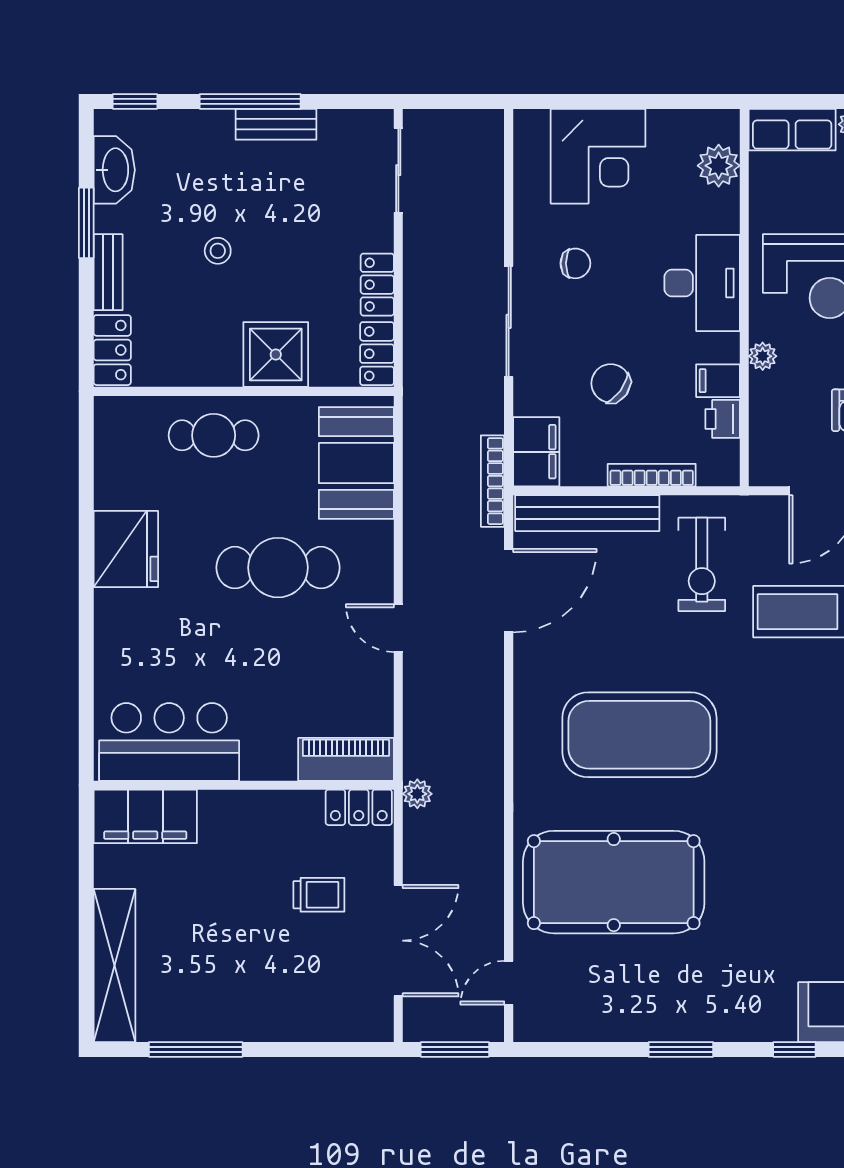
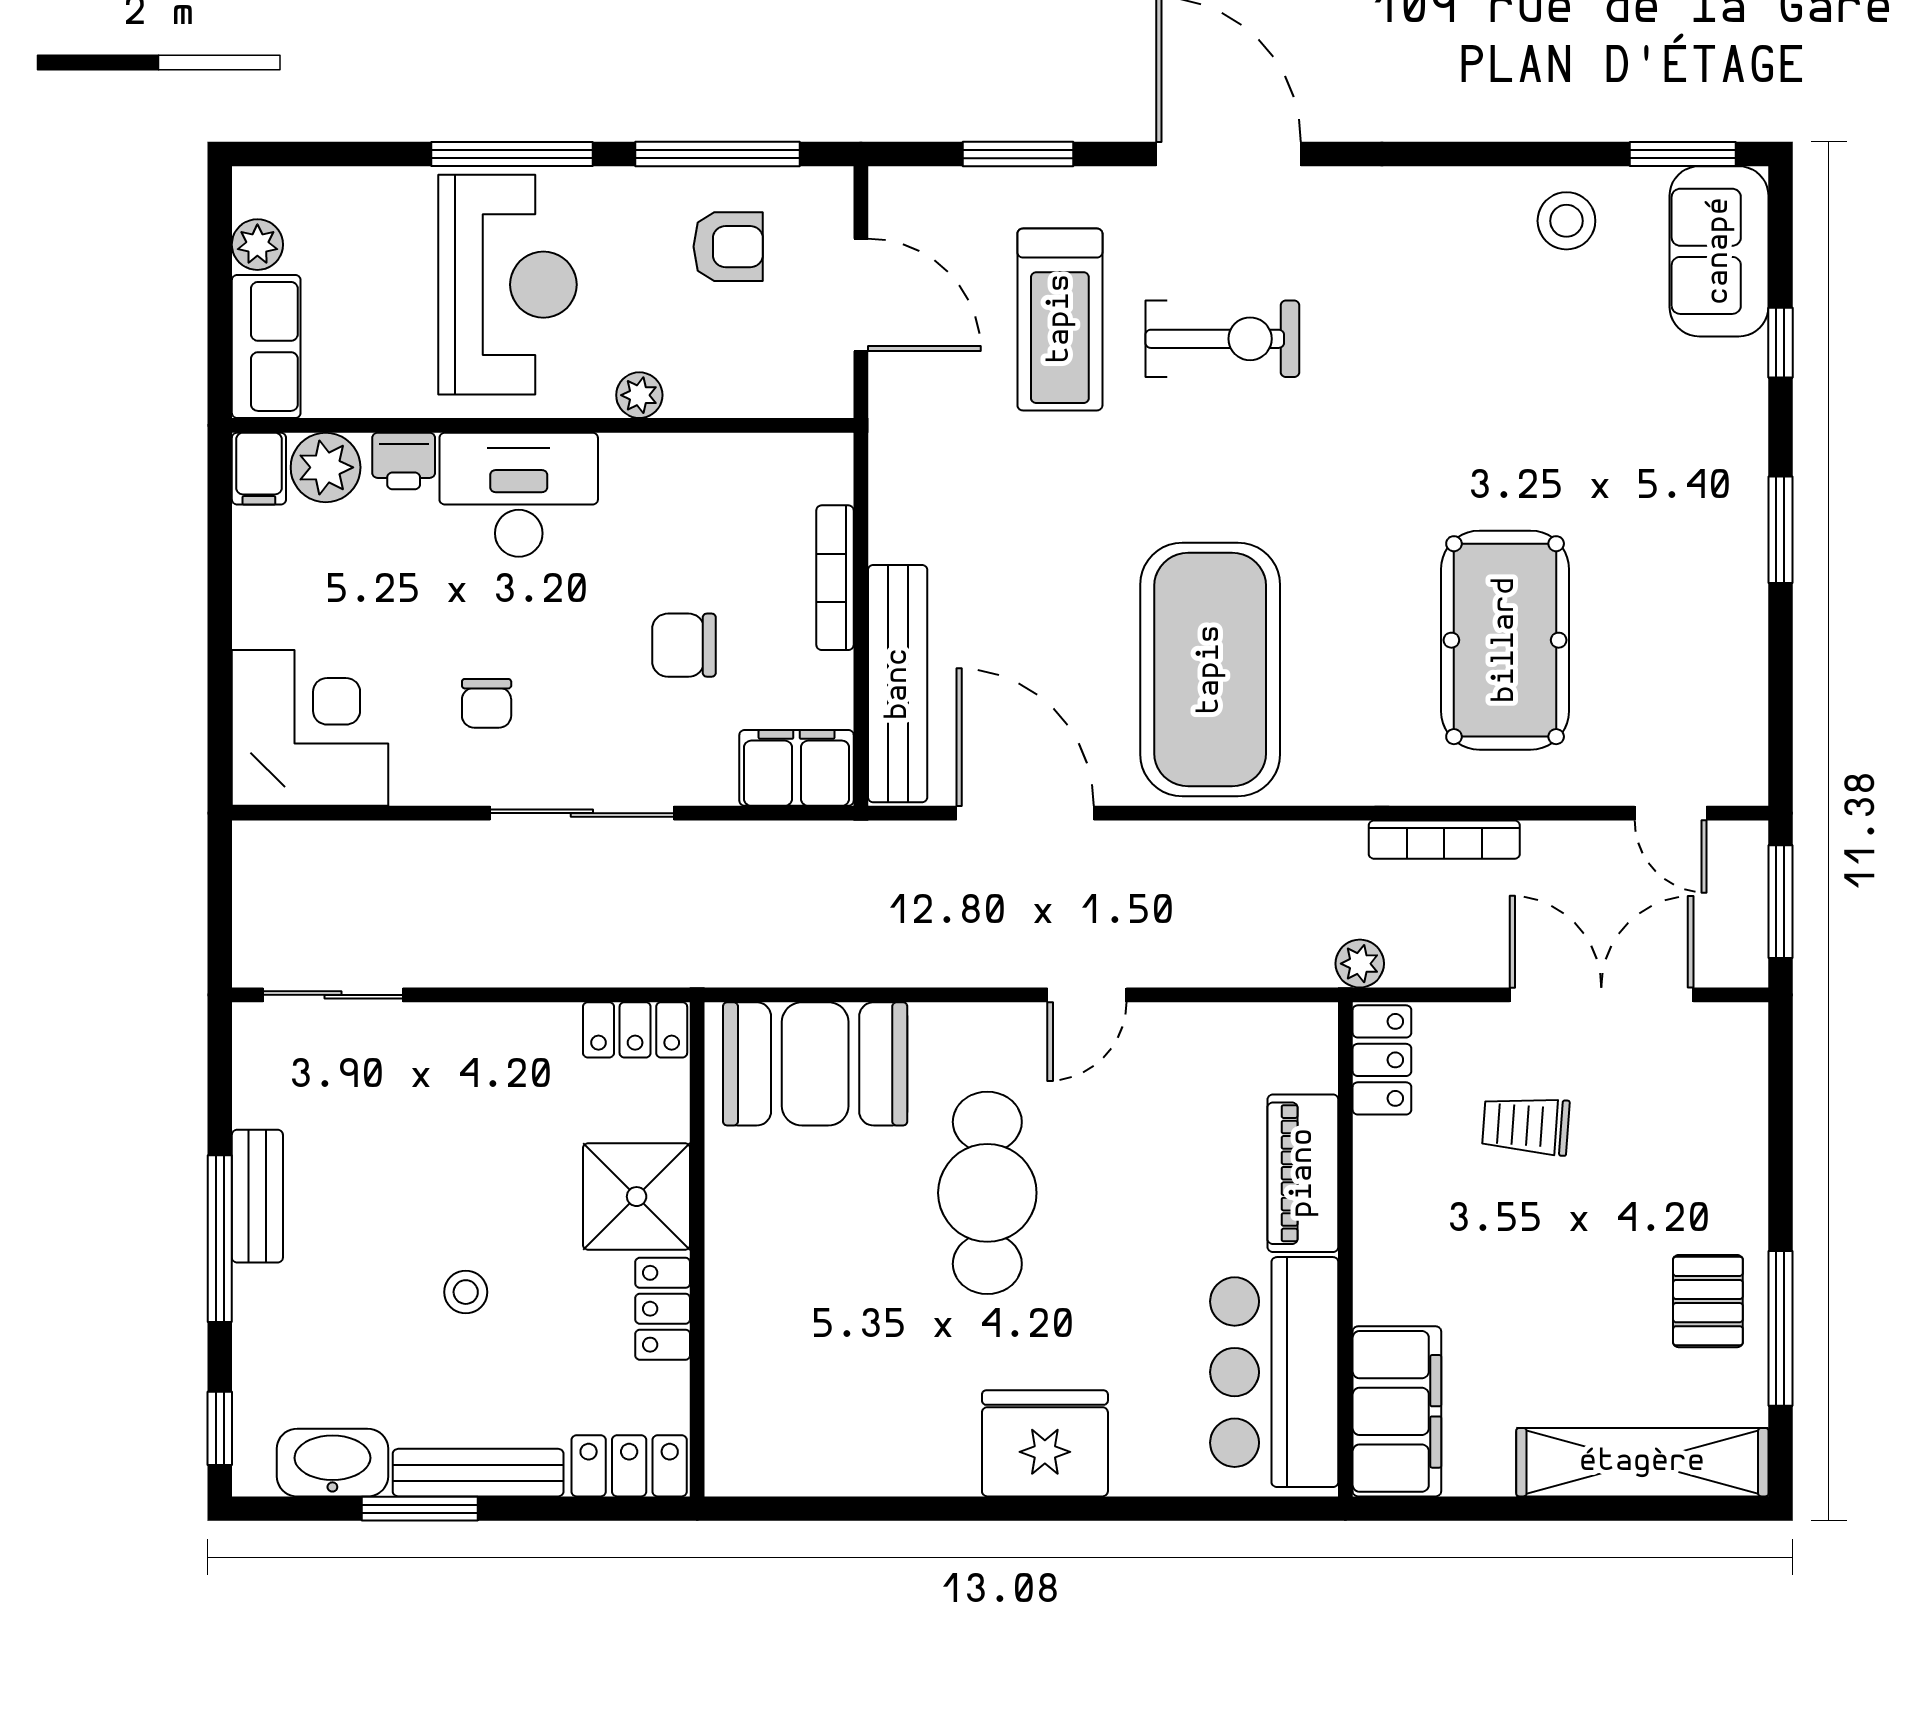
corner desk: (598, 156) -> (310, 728), moved
chair: (575, 263) -> (487, 703), turned 180
bench: (108, 272) -> (478, 1473), width x1.36
locker: (377, 285) -> (663, 1309), moved, turned 90
filing cabinet: (718, 381) -> (259, 469), moved
chair: (611, 383) -> (684, 645), turned 54
printer: (723, 419) -> (404, 461), moved
cafe table: (214, 435) -> (770, 1299), removed
bookcase: (493, 481) -> (1444, 840), moved
fridge: (126, 549) -> (1045, 1443), moved
exercise bike: (702, 564) -> (1222, 339), moved
exercise mat: (639, 735) -> (1210, 670), moved
piano: (346, 759) -> (1303, 1173), moved
pool table: (614, 882) -> (1505, 640), width x0.73, depth x0.76
trolley: (319, 895) -> (1526, 1125), turned -86
pallet: (212, 1005) -> (1708, 1301), added

